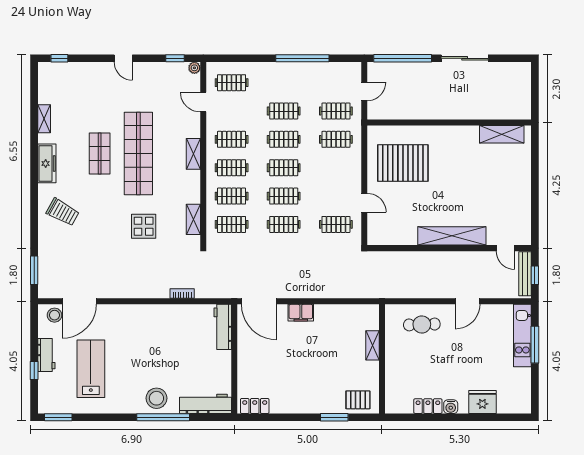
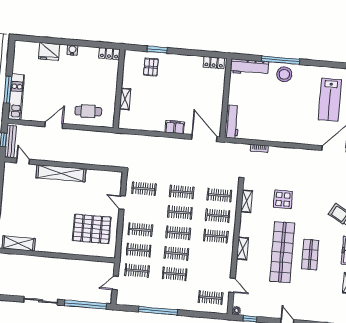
clothes rail: (232, 139) -> (140, 230), moved
pallet: (358, 400) -> (151, 67), moved, turned 90
locker: (428, 406) -> (109, 54), moved

